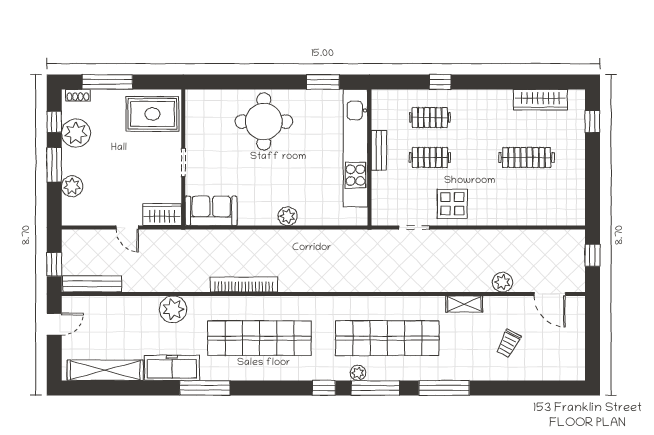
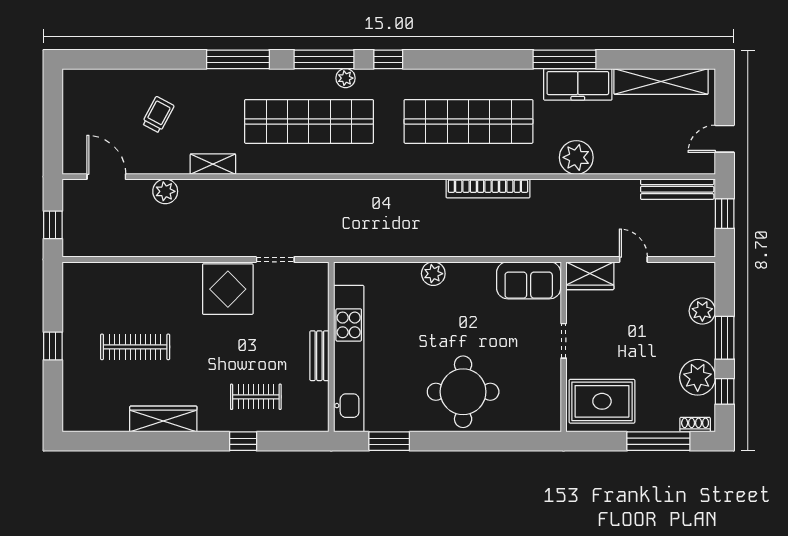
wardrobe: (540, 100) -> (163, 419), moved
window: (592, 121) -> (53, 346), moved
clothes rail: (430, 157) -> (256, 347), removed
display table: (452, 204) -> (228, 289), width x1.36, depth x1.36
window: (205, 388) -> (565, 59), moved

